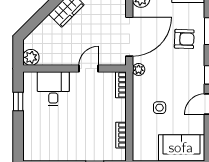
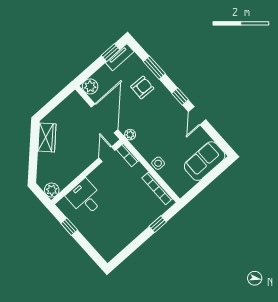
door: (89, 69) -> (107, 154), moved
side table: (160, 108) -> (158, 163), moved
bookcase: (121, 135) -> (157, 188), width x1.56

